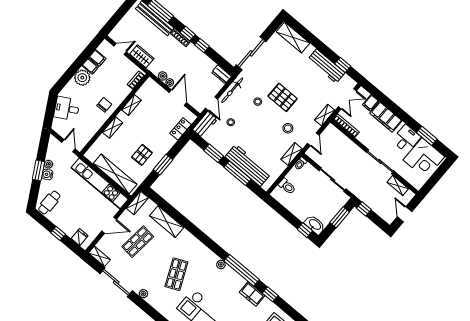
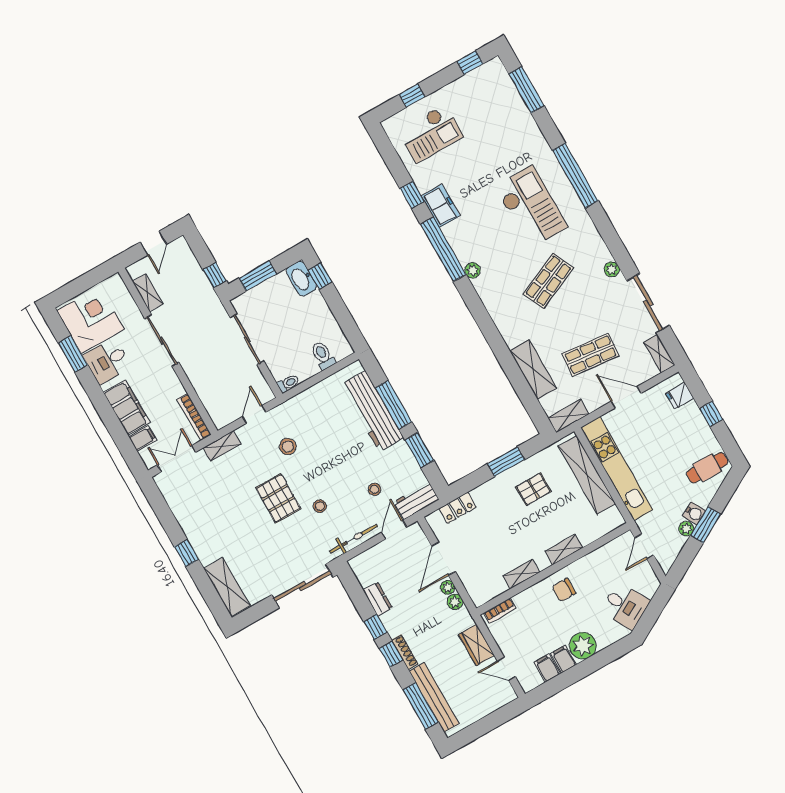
window: (343, 65) -> (186, 553), moved
workbench: (326, 66) -> (191, 522), removed
dresser: (222, 74) -> (378, 599), moved
shelving: (291, 154) -> (297, 404), removed

